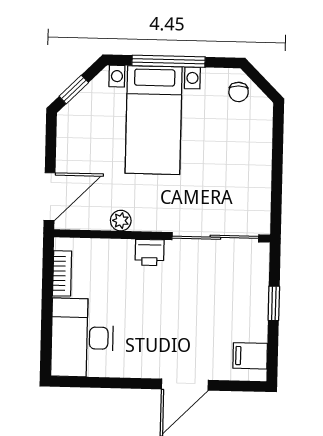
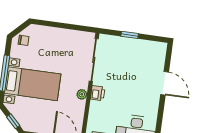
plant: (121, 221) -> (82, 94), moved
filing cabinet: (250, 356) -> (154, 49), removed

